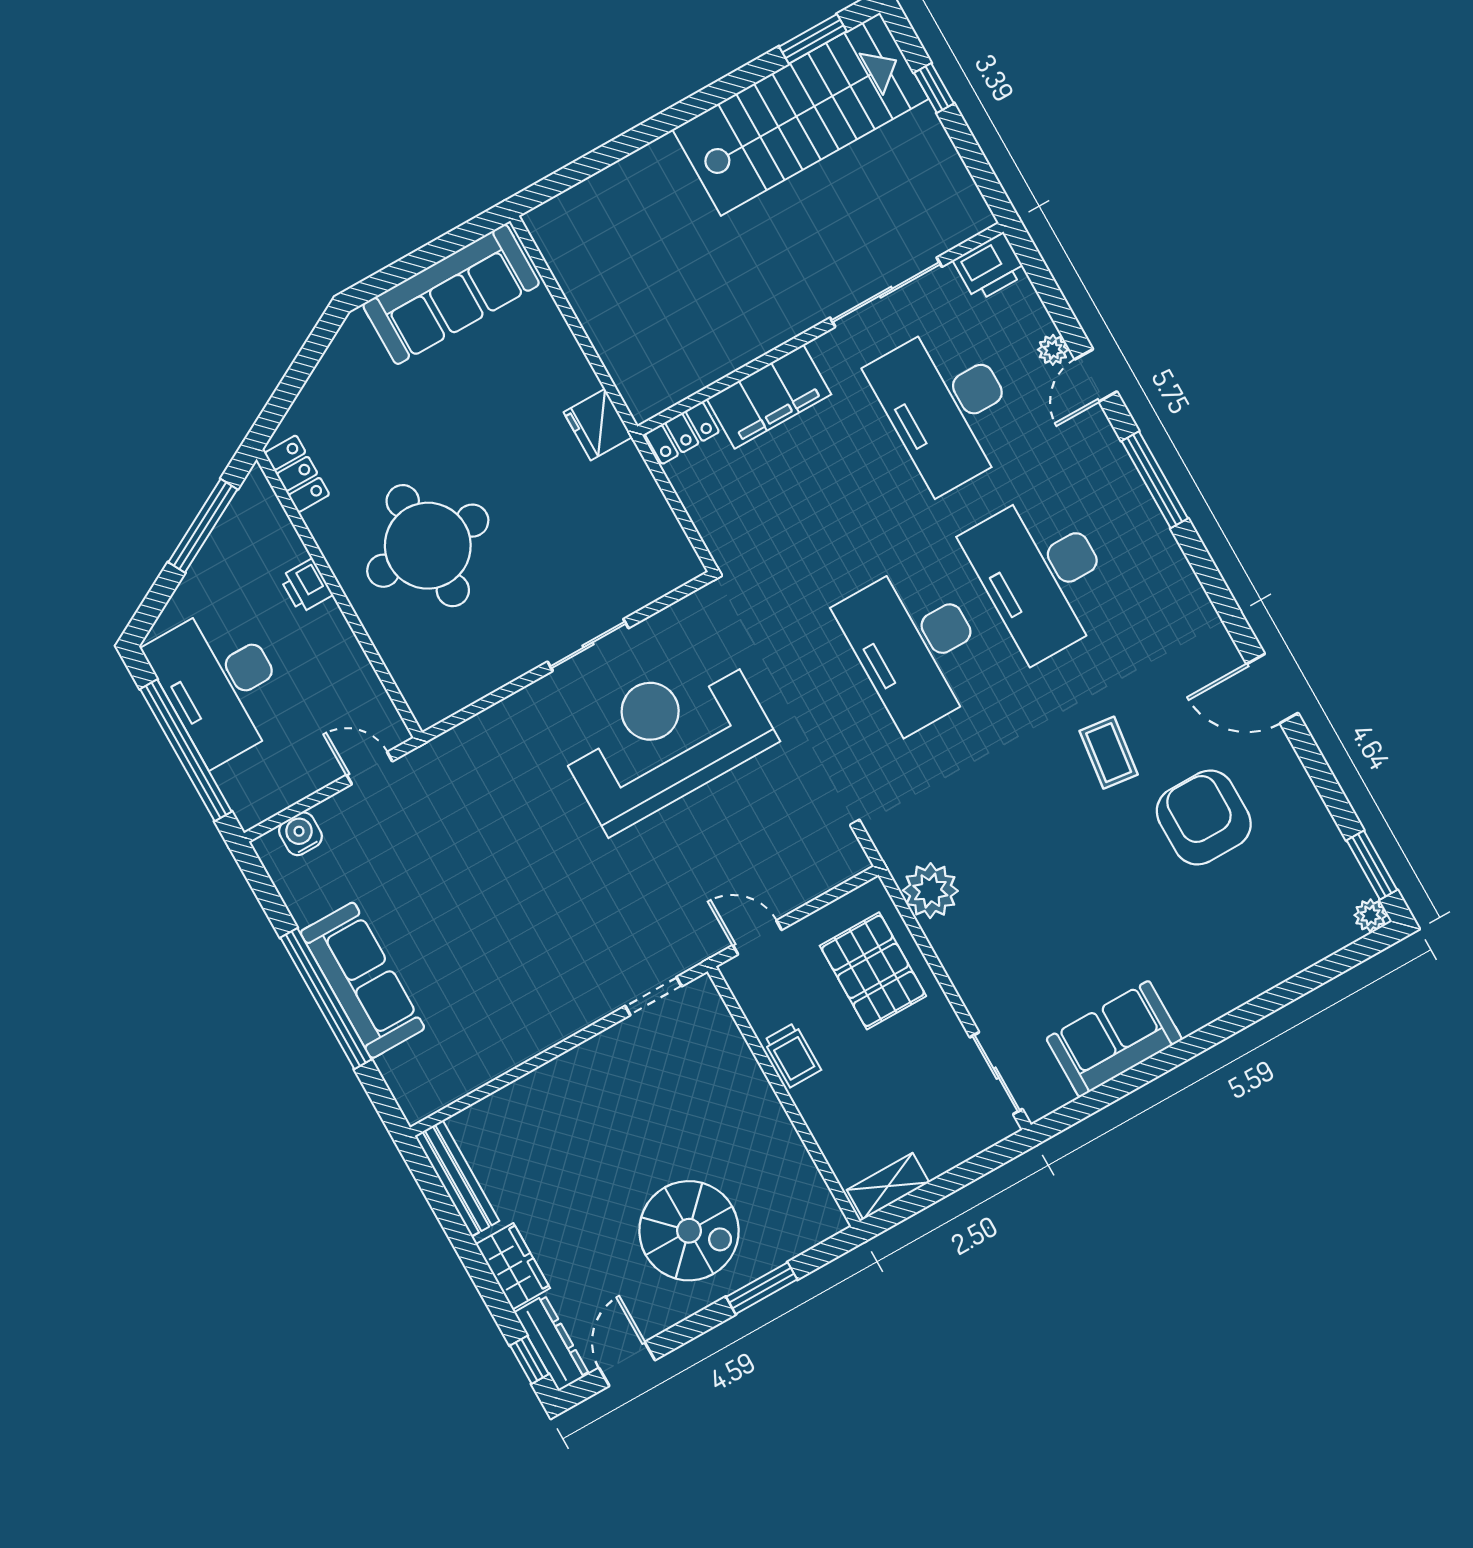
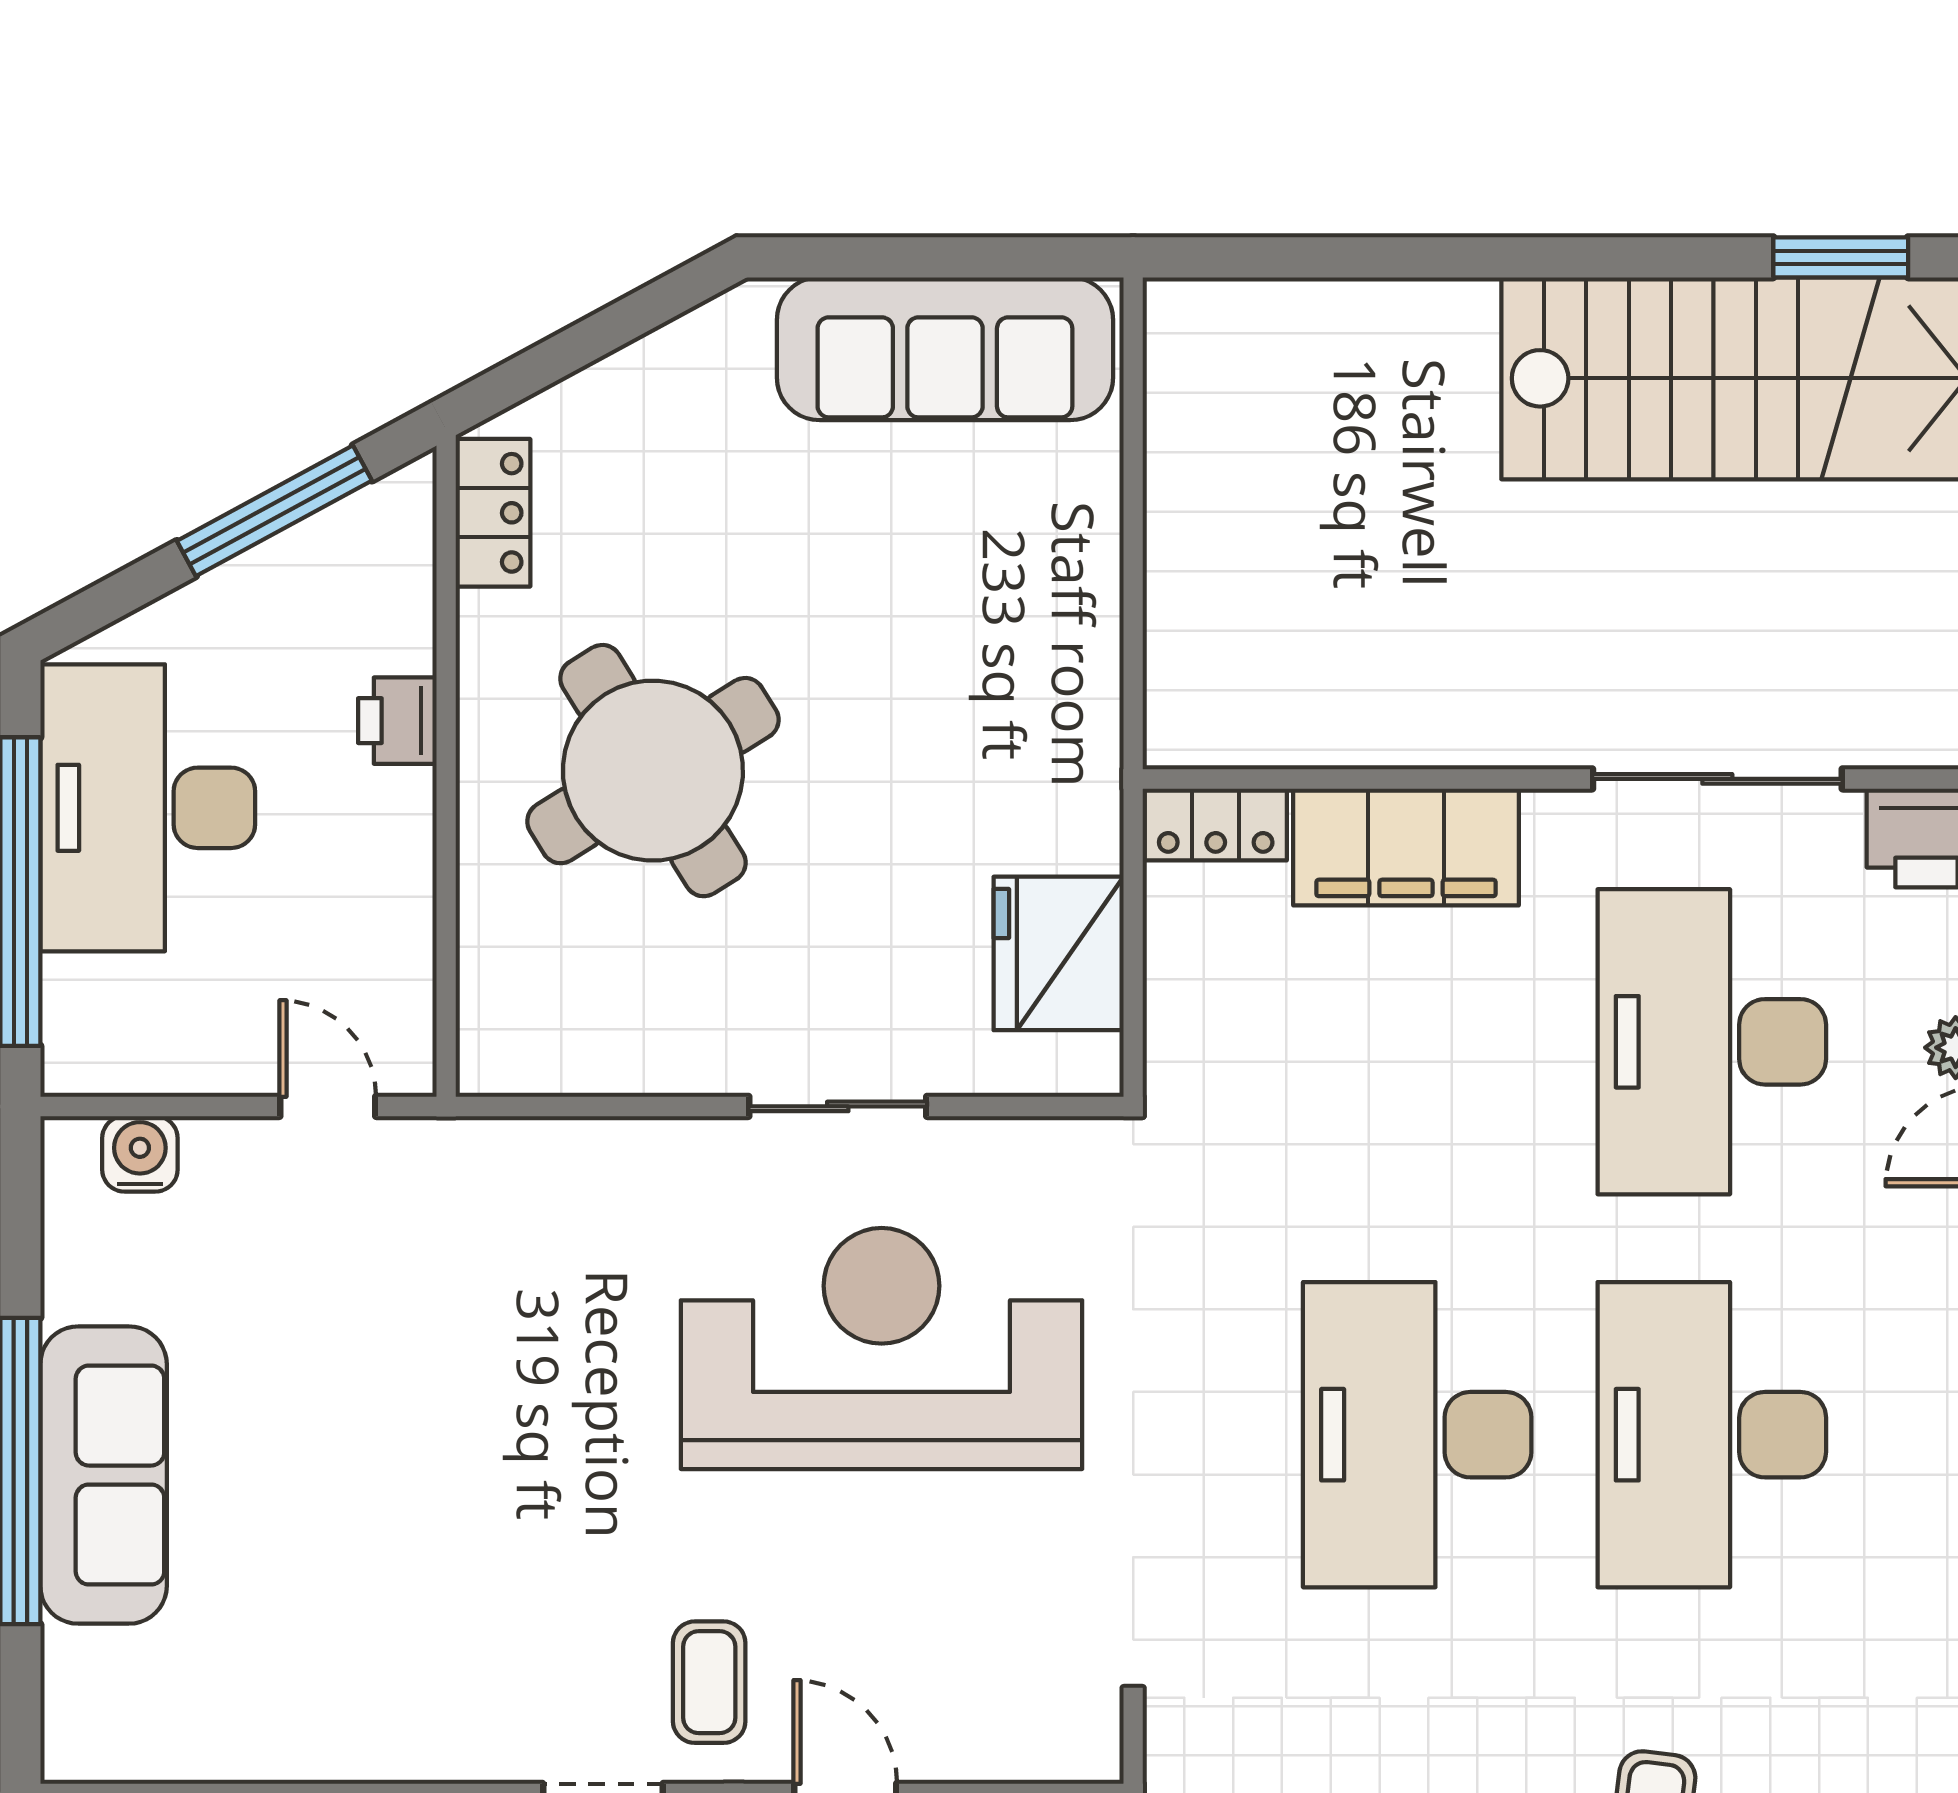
fridge: (598, 425) -> (1059, 953), moved, width x1.36, depth x1.34
round table: (428, 546) -> (653, 771), turned -32
coffee table: (672, 923) -> (709, 1682), added

